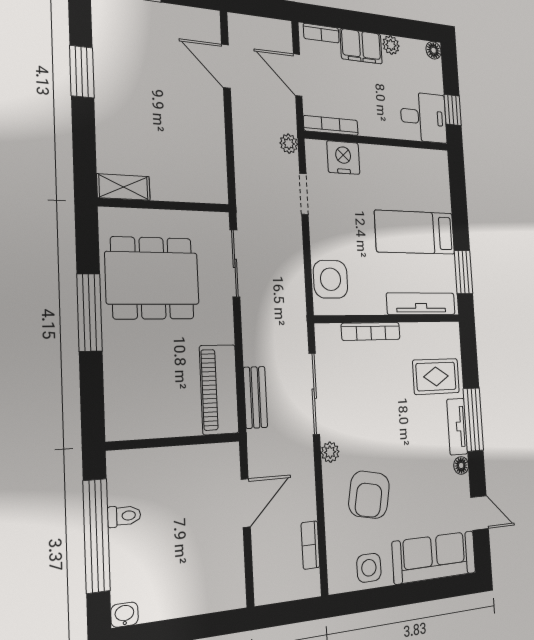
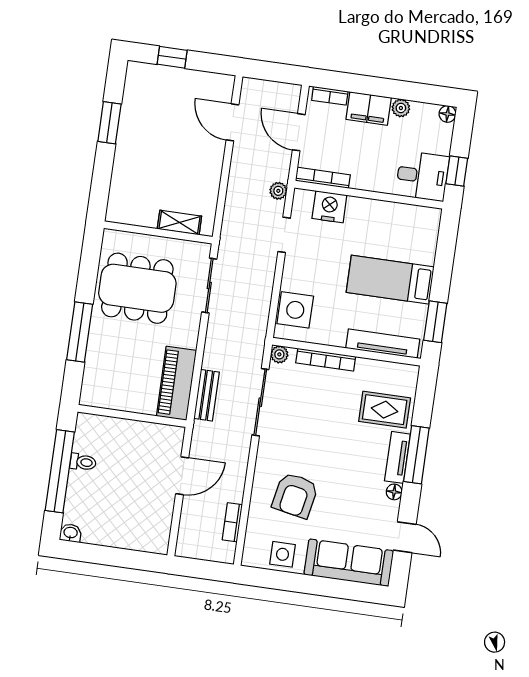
shelving: (123, 187) -> (179, 222), moved
window: (89, 312) -> (80, 332), moved
plant: (330, 452) -> (279, 354), moved

